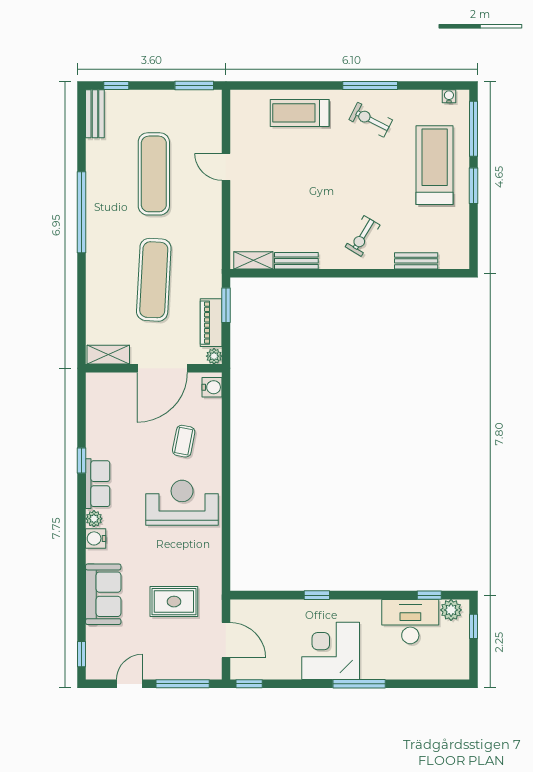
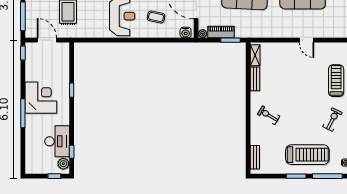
door: (226, 167) -> (307, 40), swing flipped
bench: (416, 261) -> (255, 157), moved
door: (226, 640) -> (47, 40), swing flipped

